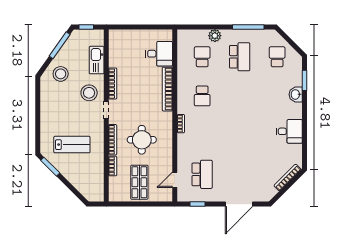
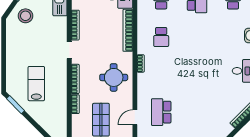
stool: (89, 93) -> (53, 34), removed
round table: (142, 140) -> (114, 77), moved
lab bench: (72, 145) -> (36, 84), turned -90
school desk: (202, 174) -> (161, 112), turned 180

